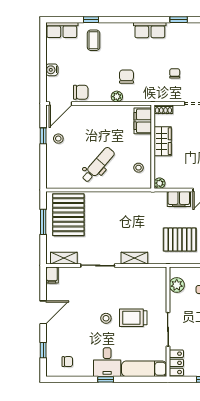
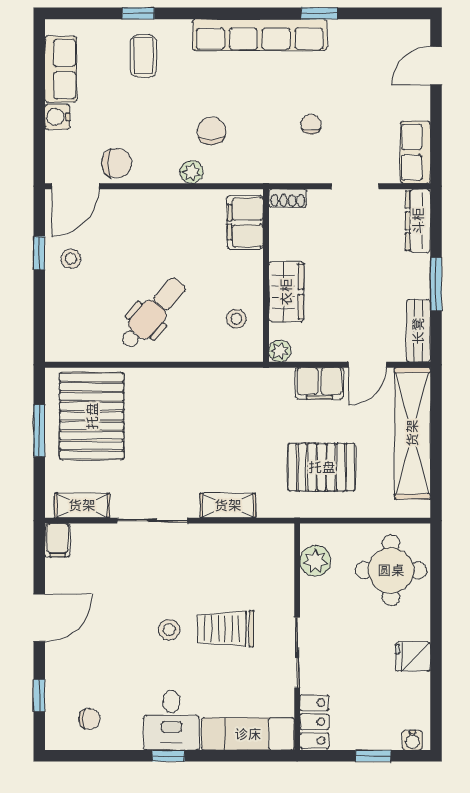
row of seats: (62, 30) -> (61, 69), moved, turned -90
row of seats: (150, 30) -> (260, 35), width x2.02
wardrobe: (163, 141) -> (286, 292), moved

